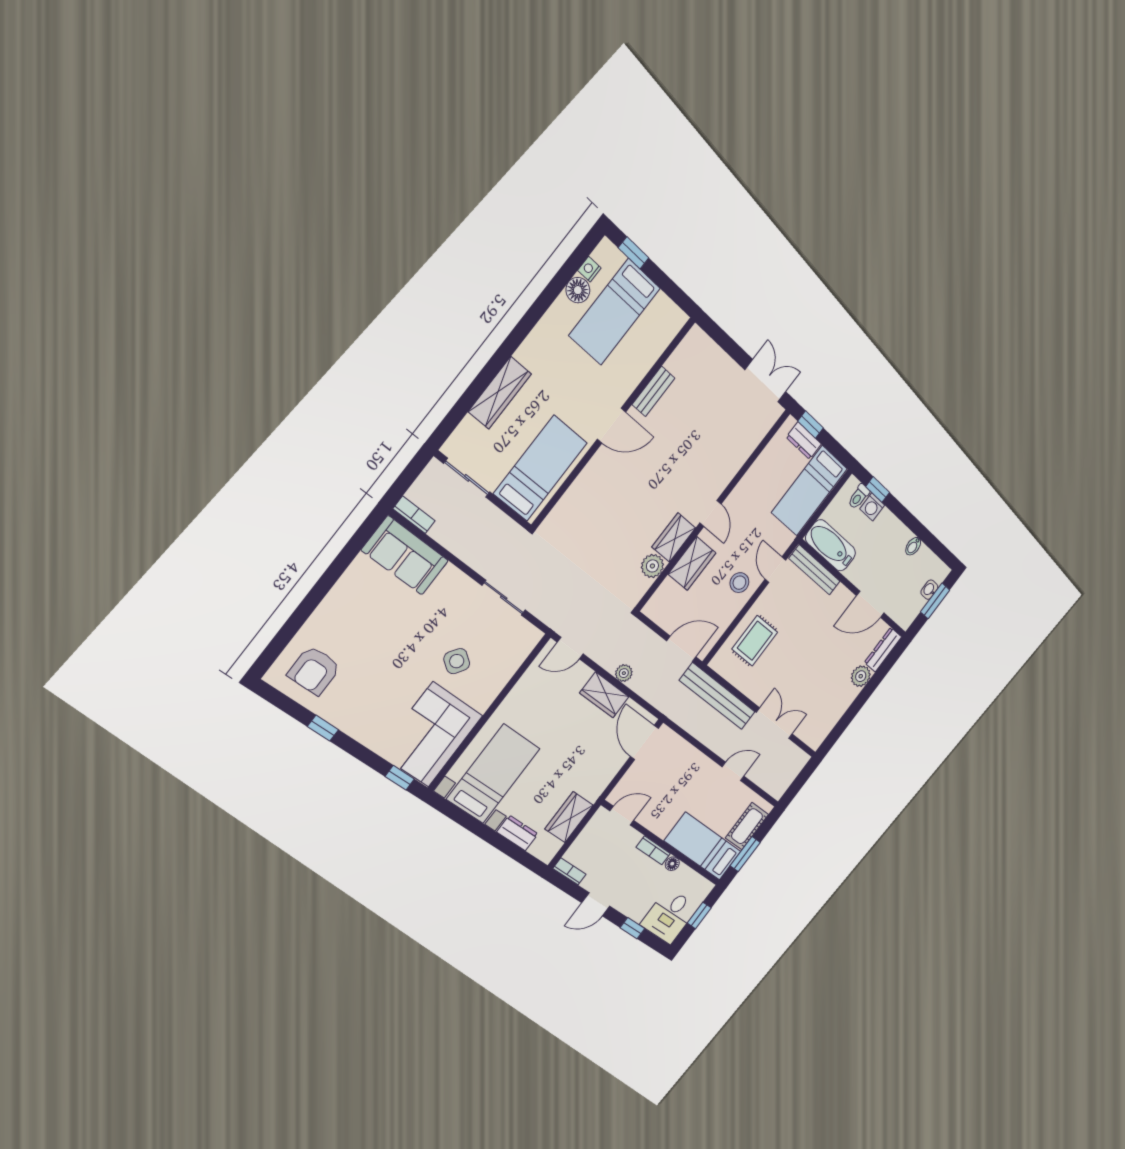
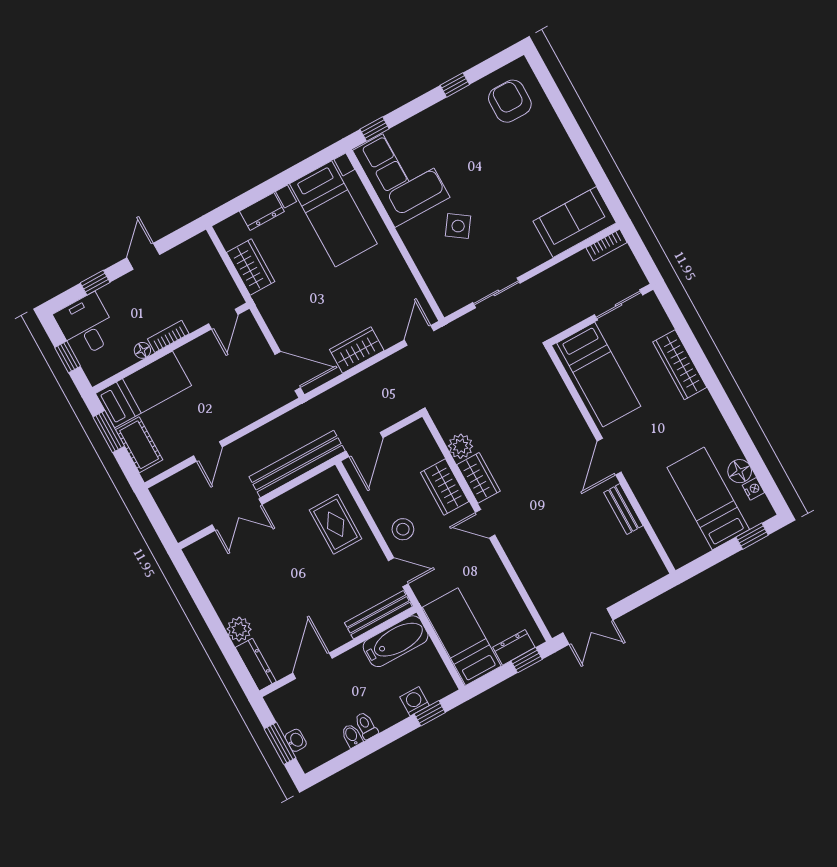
toilet: (859, 497) -> (366, 726), moved
plant: (624, 673) -> (369, 378), removed
bookcase: (569, 871) -> (194, 245), removed

